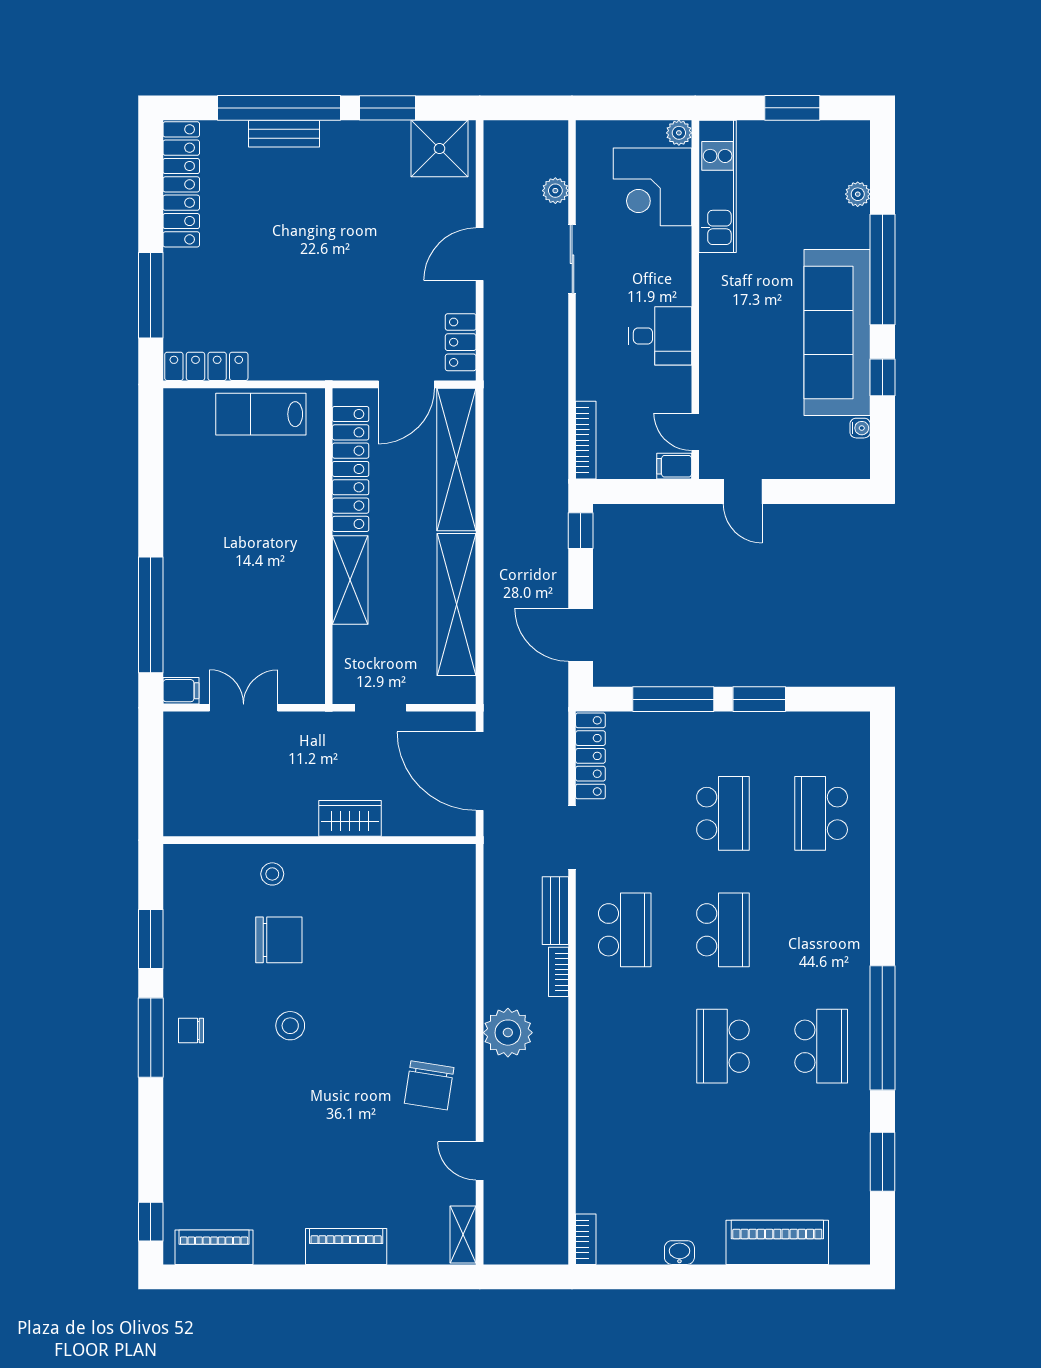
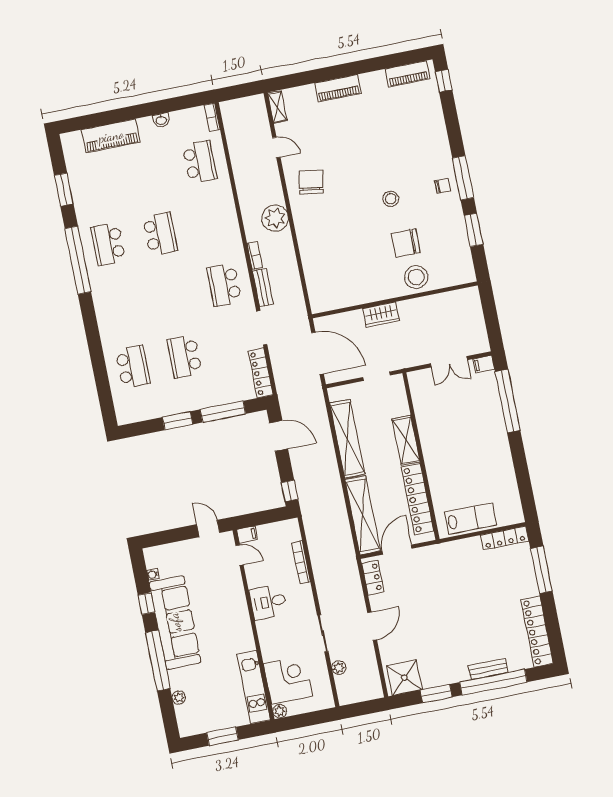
bookcase: (586, 440) -> (301, 562), moved
stool: (272, 874) -> (416, 277), width x1.89, depth x1.89
school desk: (723, 930) -> (200, 162), moved, turned 180

